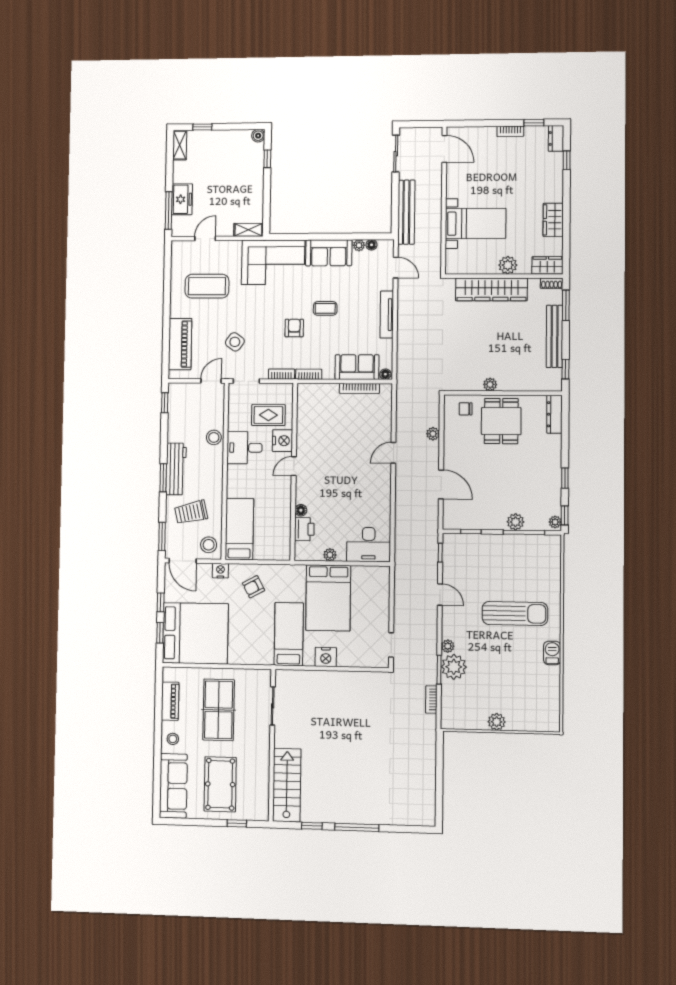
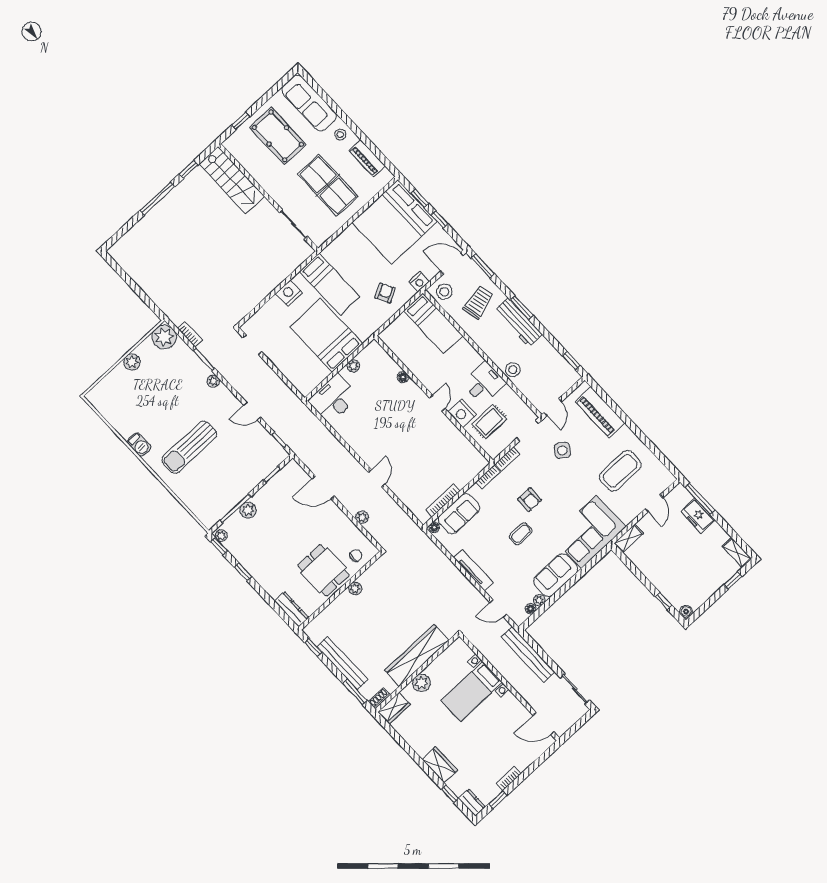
wardrobe: (553, 220) -> (440, 765), moved
printer: (304, 529) -> (388, 367), removed
plant: (454, 667) -> (164, 337), moved

